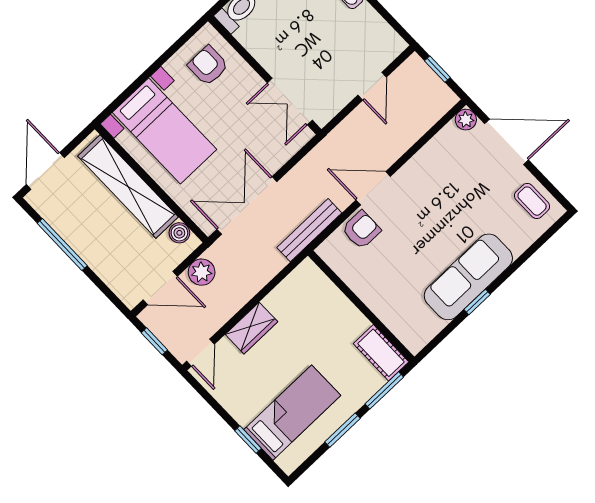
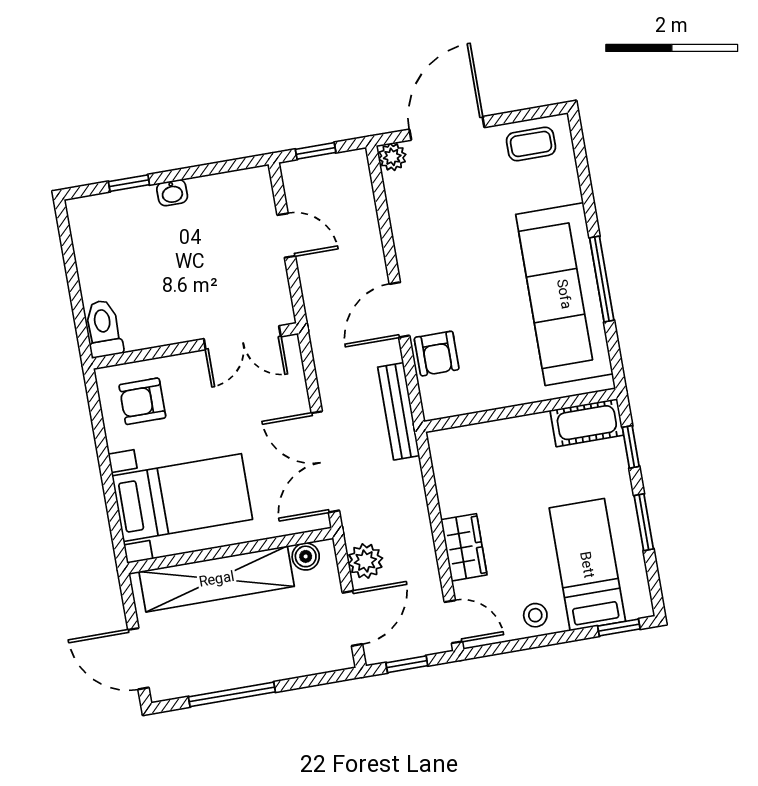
armchair: (361, 230) -> (437, 354), turned 180
sofa: (468, 277) -> (564, 294), width x1.36, depth x1.27
window: (477, 302) -> (602, 279), width x2.17
window: (384, 390) -> (631, 447), width x0.67
stool: (239, 401) -> (535, 615), added
window: (248, 440) -> (619, 628), moved

